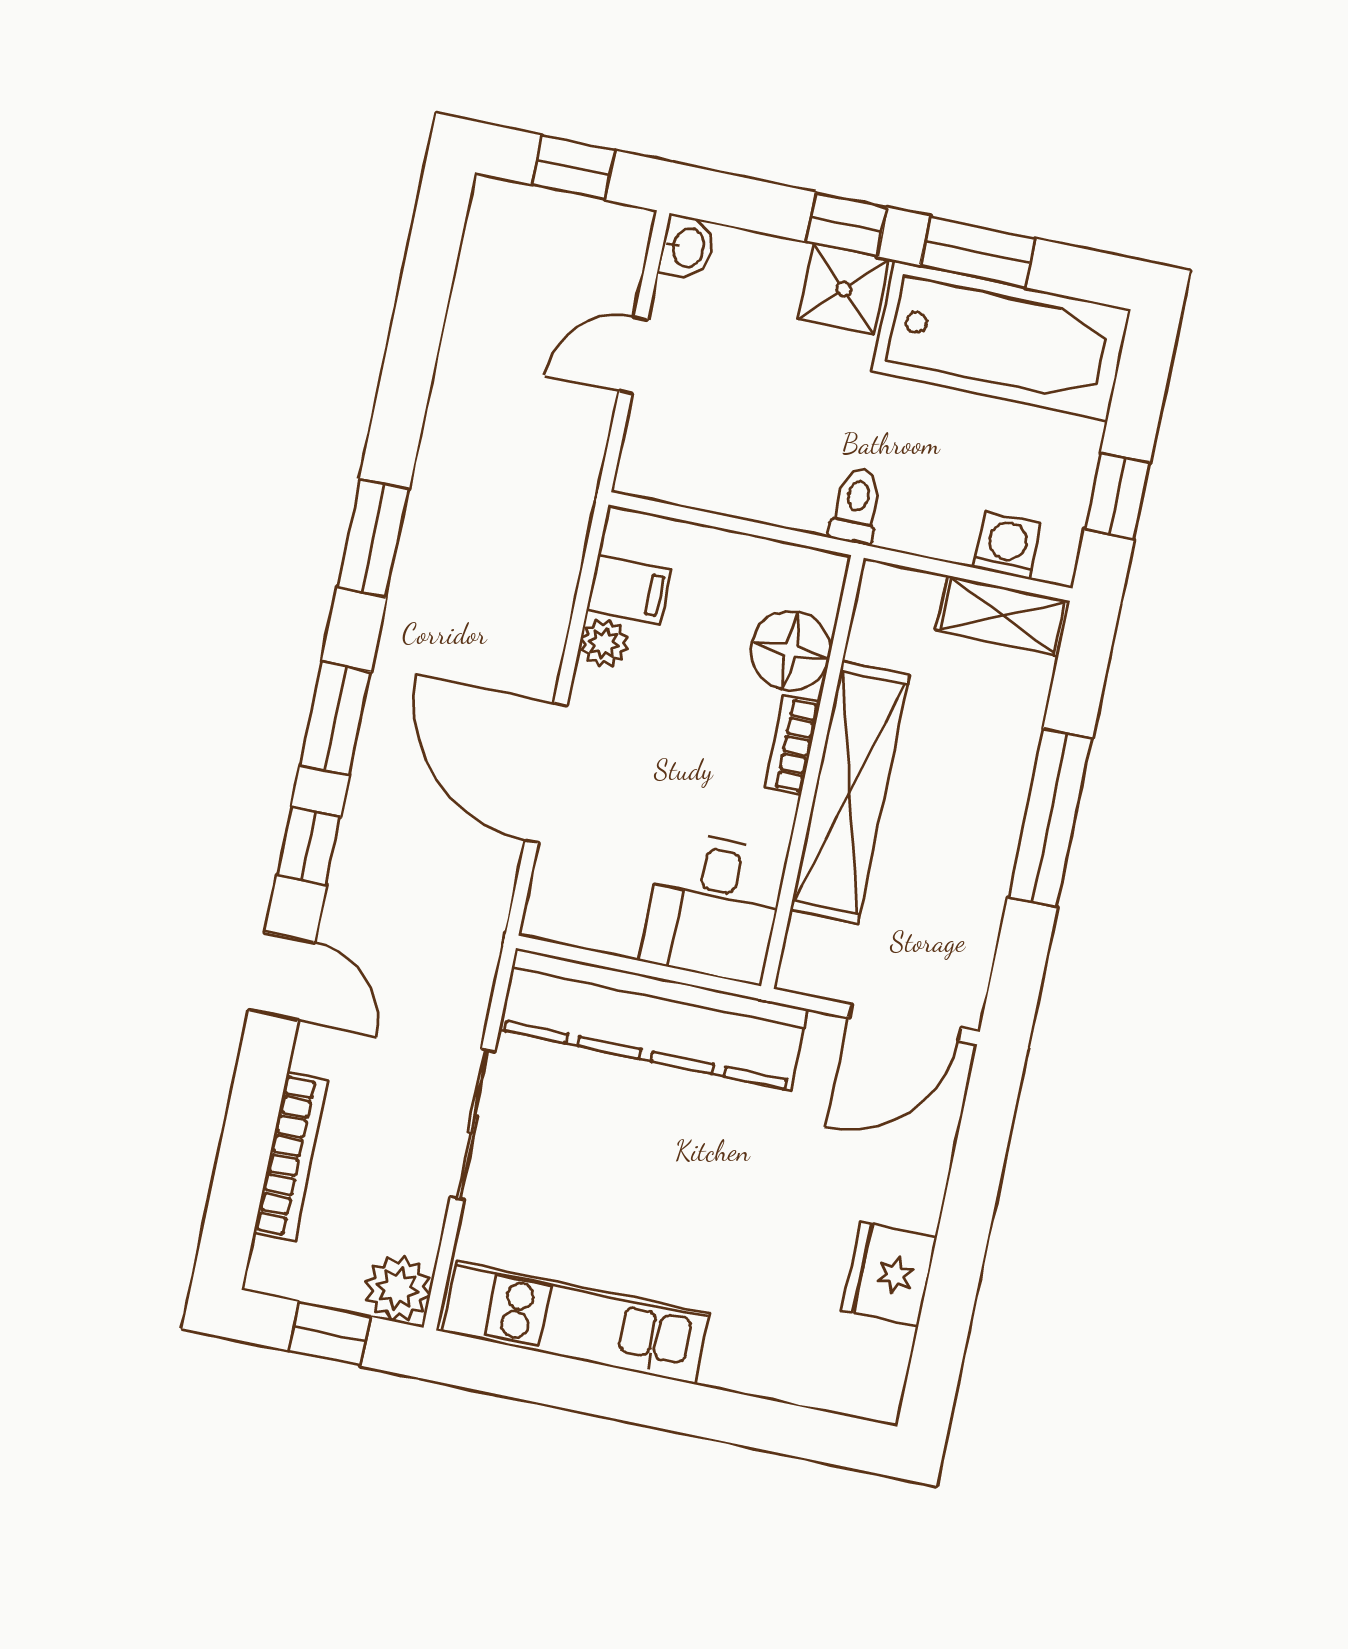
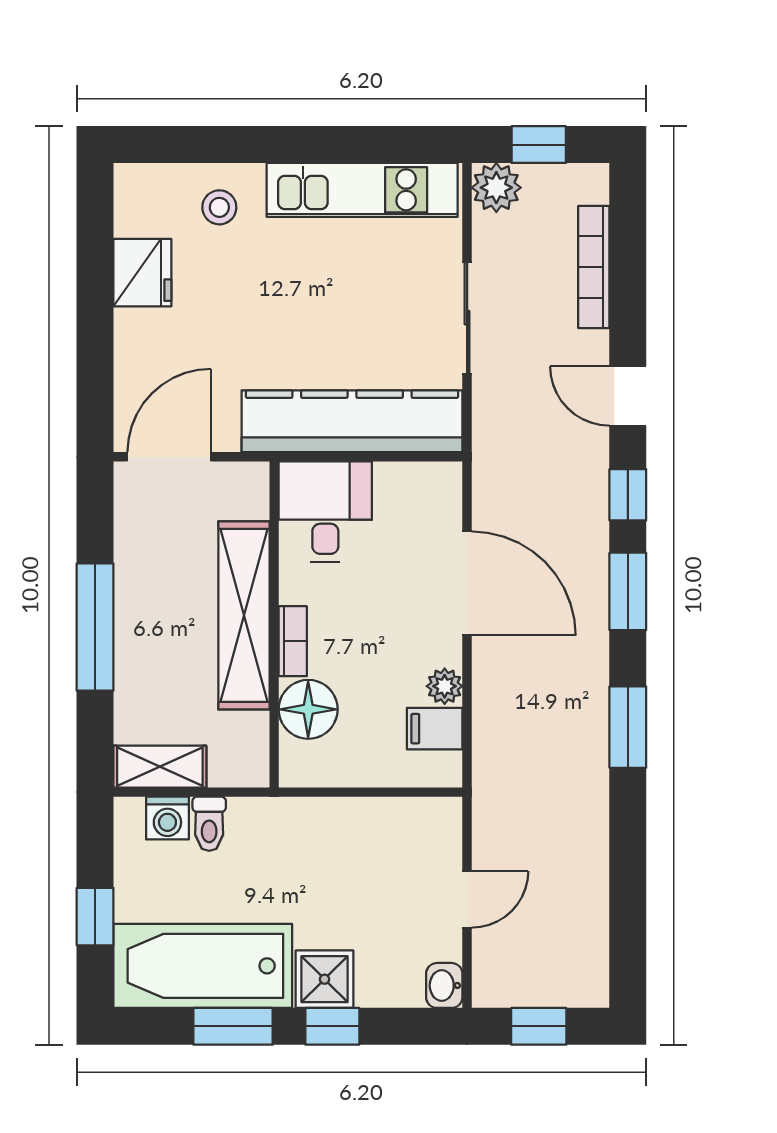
window: (1117, 496) -> (95, 917), moved
toilet: (856, 506) -> (209, 824), moved
stool: (770, 1339) -> (219, 207), added

